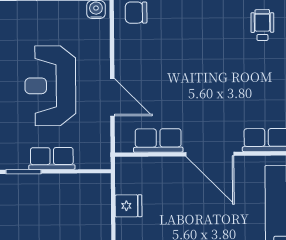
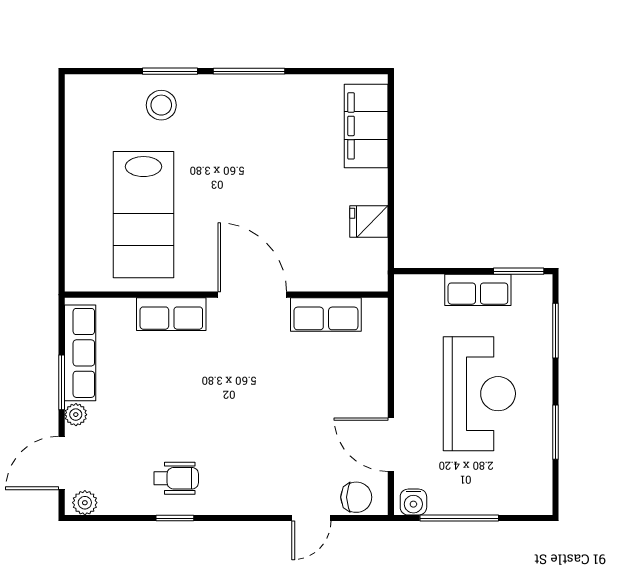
wheelchair: (262, 25) -> (176, 478), turned -90
door: (112, 97) -> (391, 445), moved

